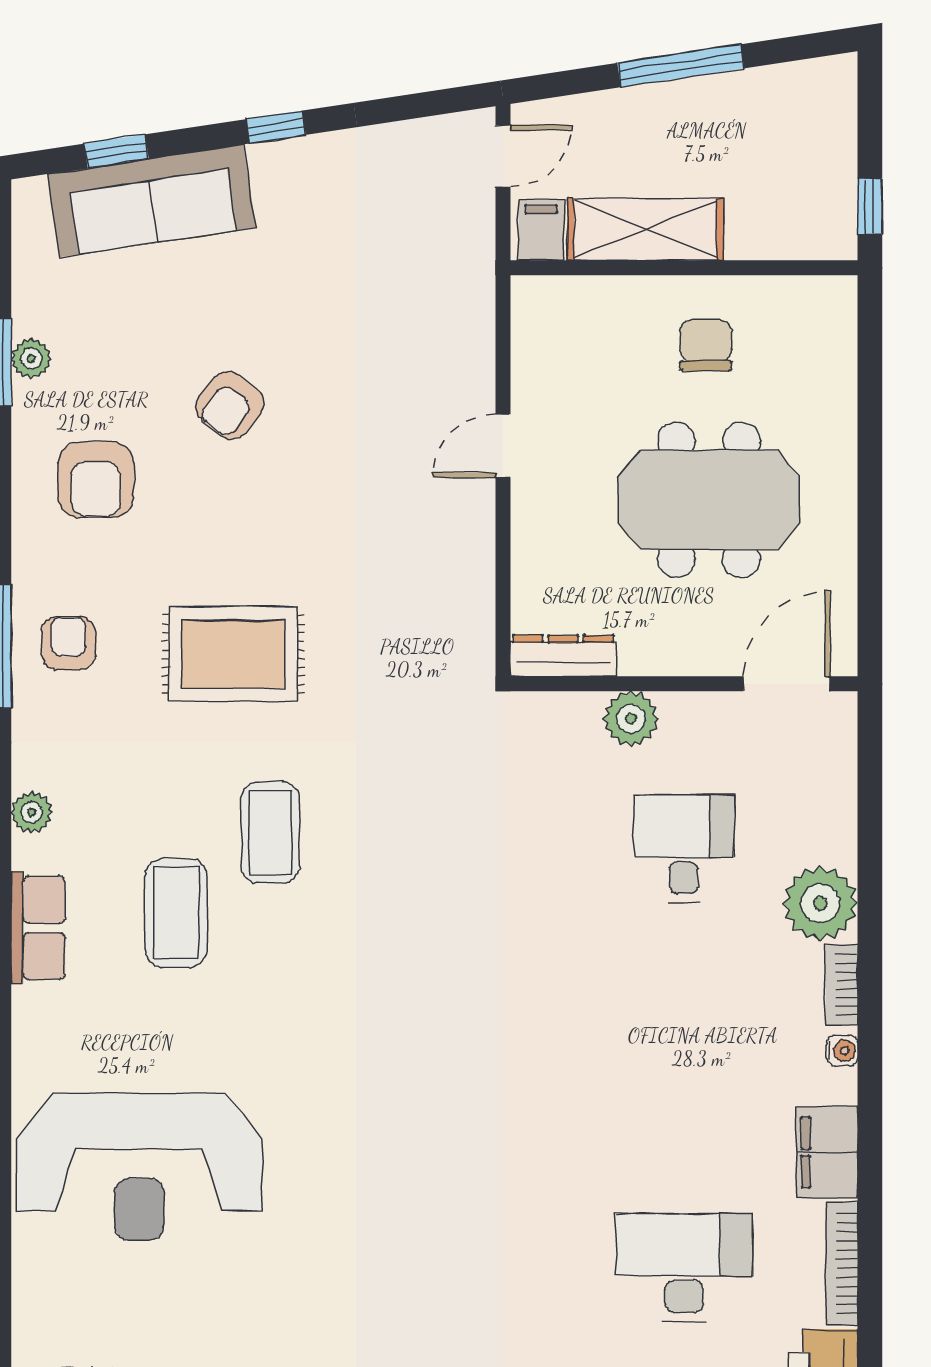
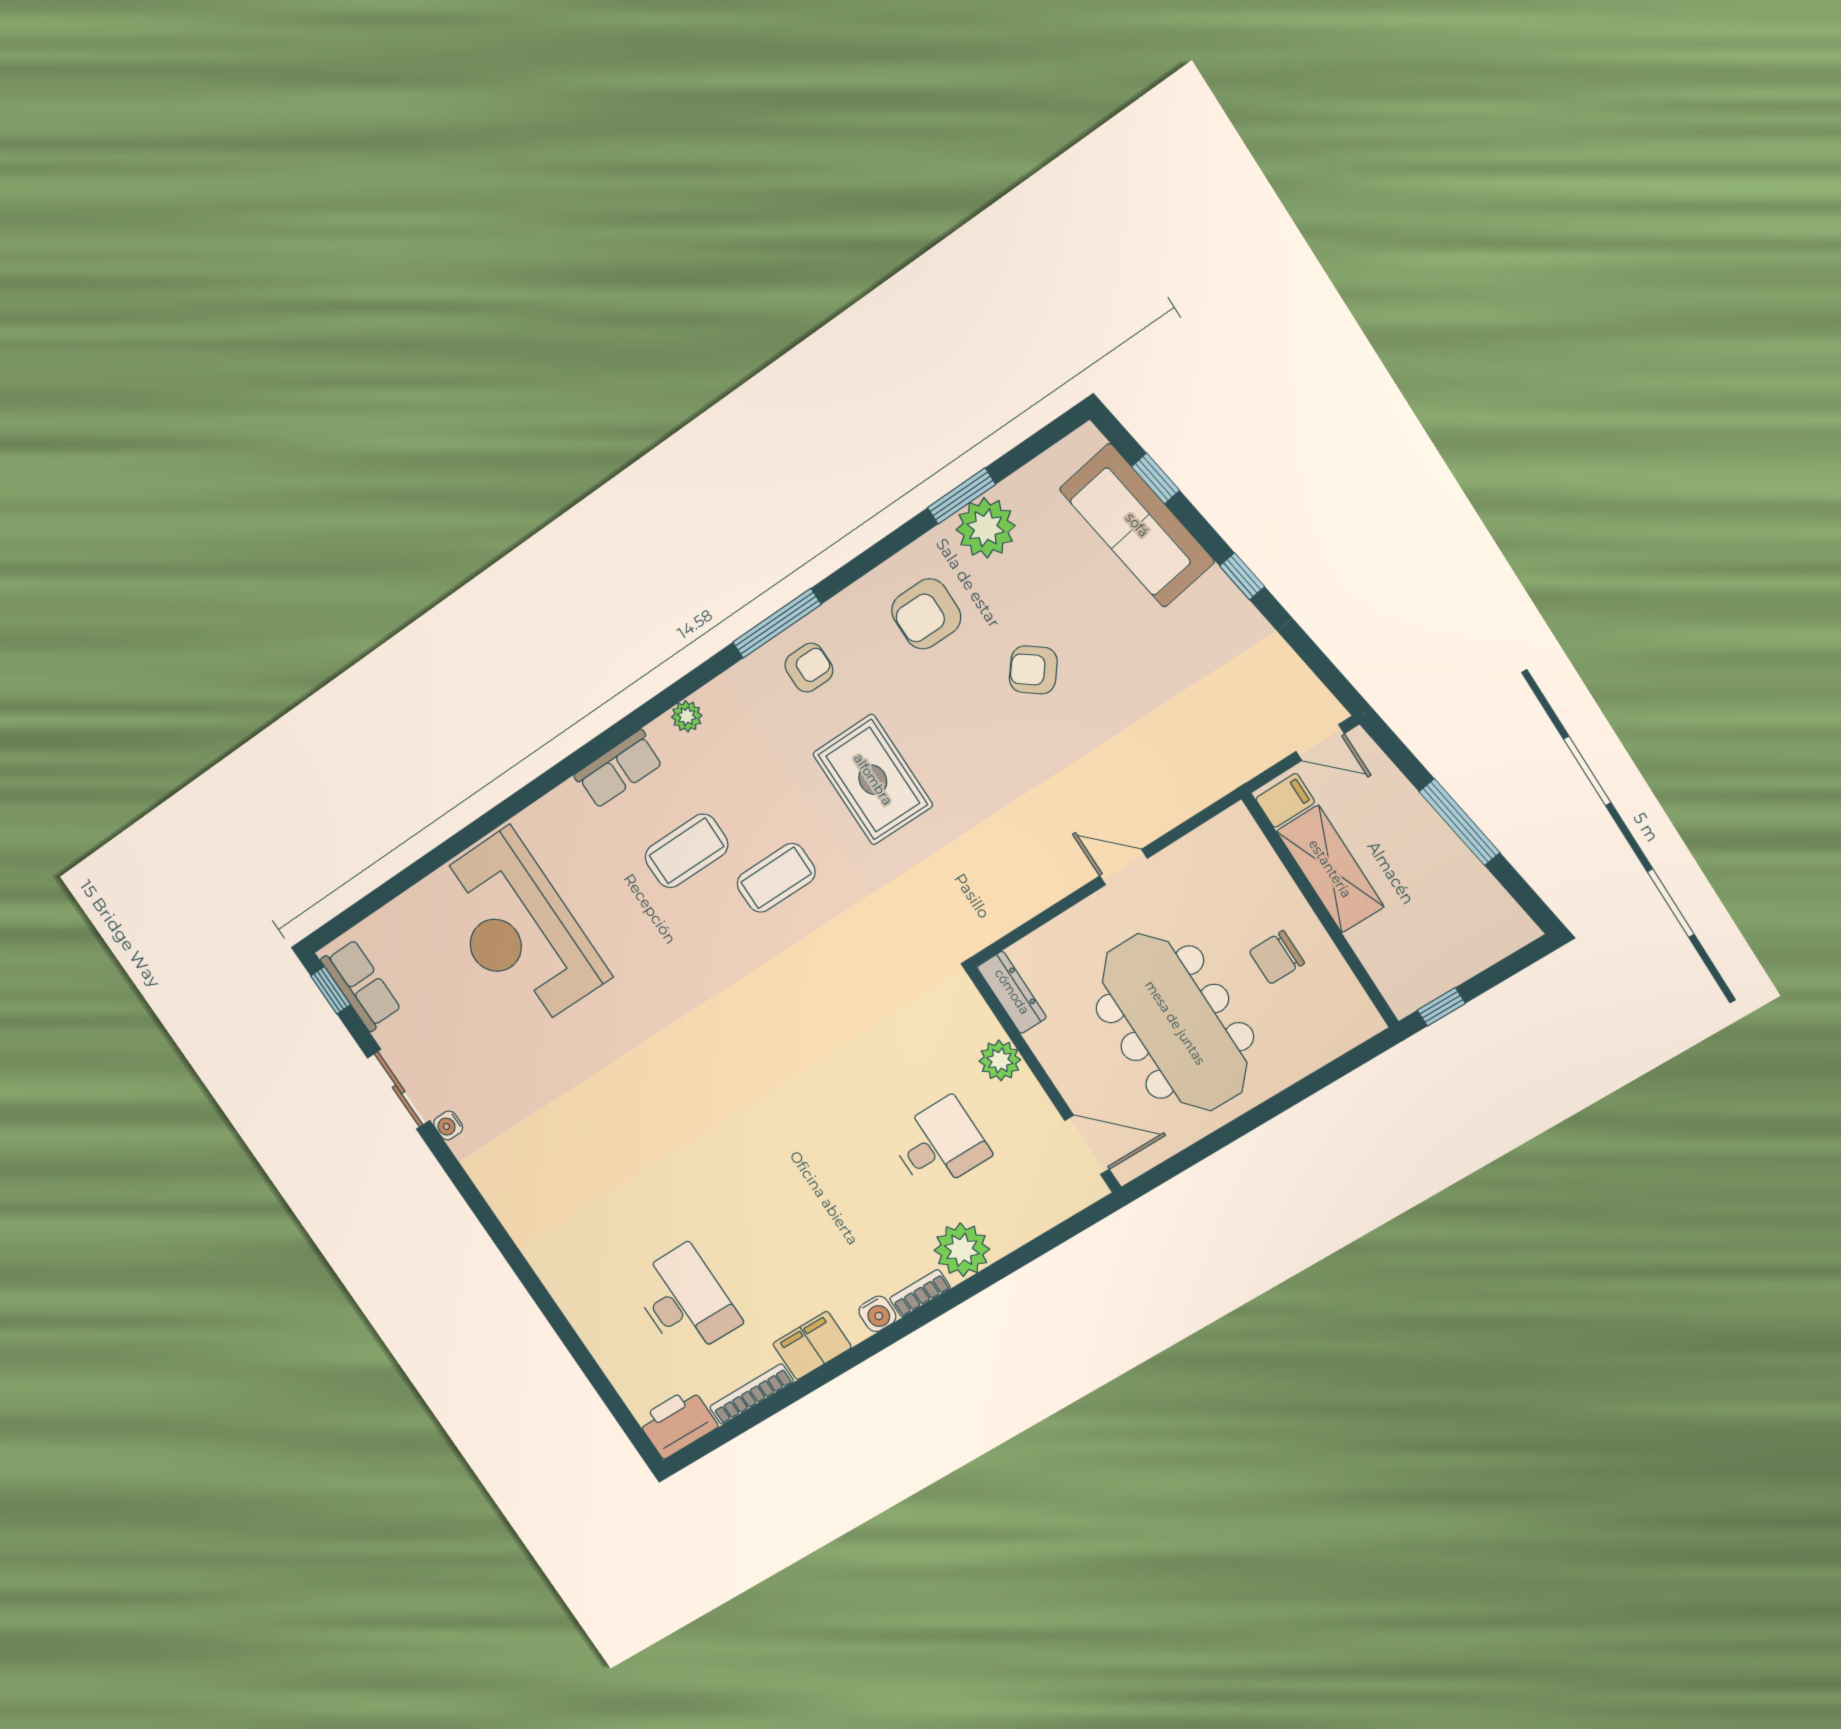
chair: (706, 345) -> (1277, 957), turned 180
plant: (31, 358) -> (986, 528), width x1.87, depth x1.87
meeting table: (709, 500) -> (1175, 1023), width x1.36
water cooler: (842, 1051) -> (877, 1314), width x1.38, depth x1.38

